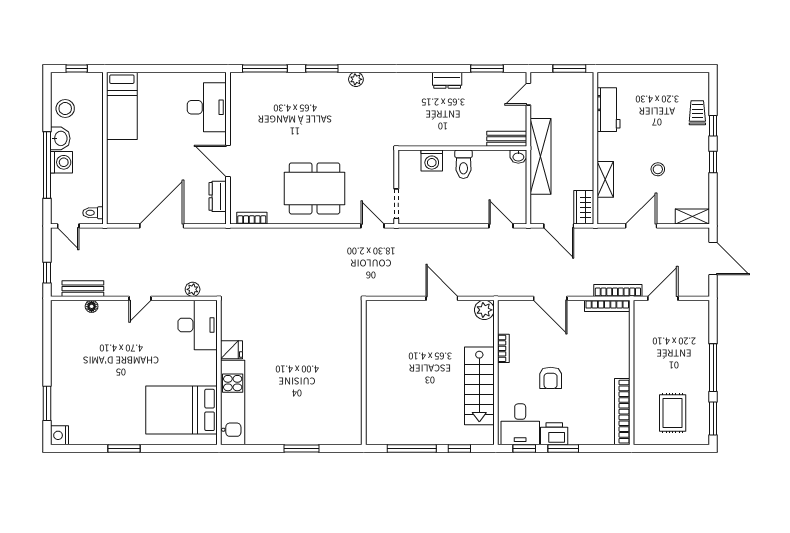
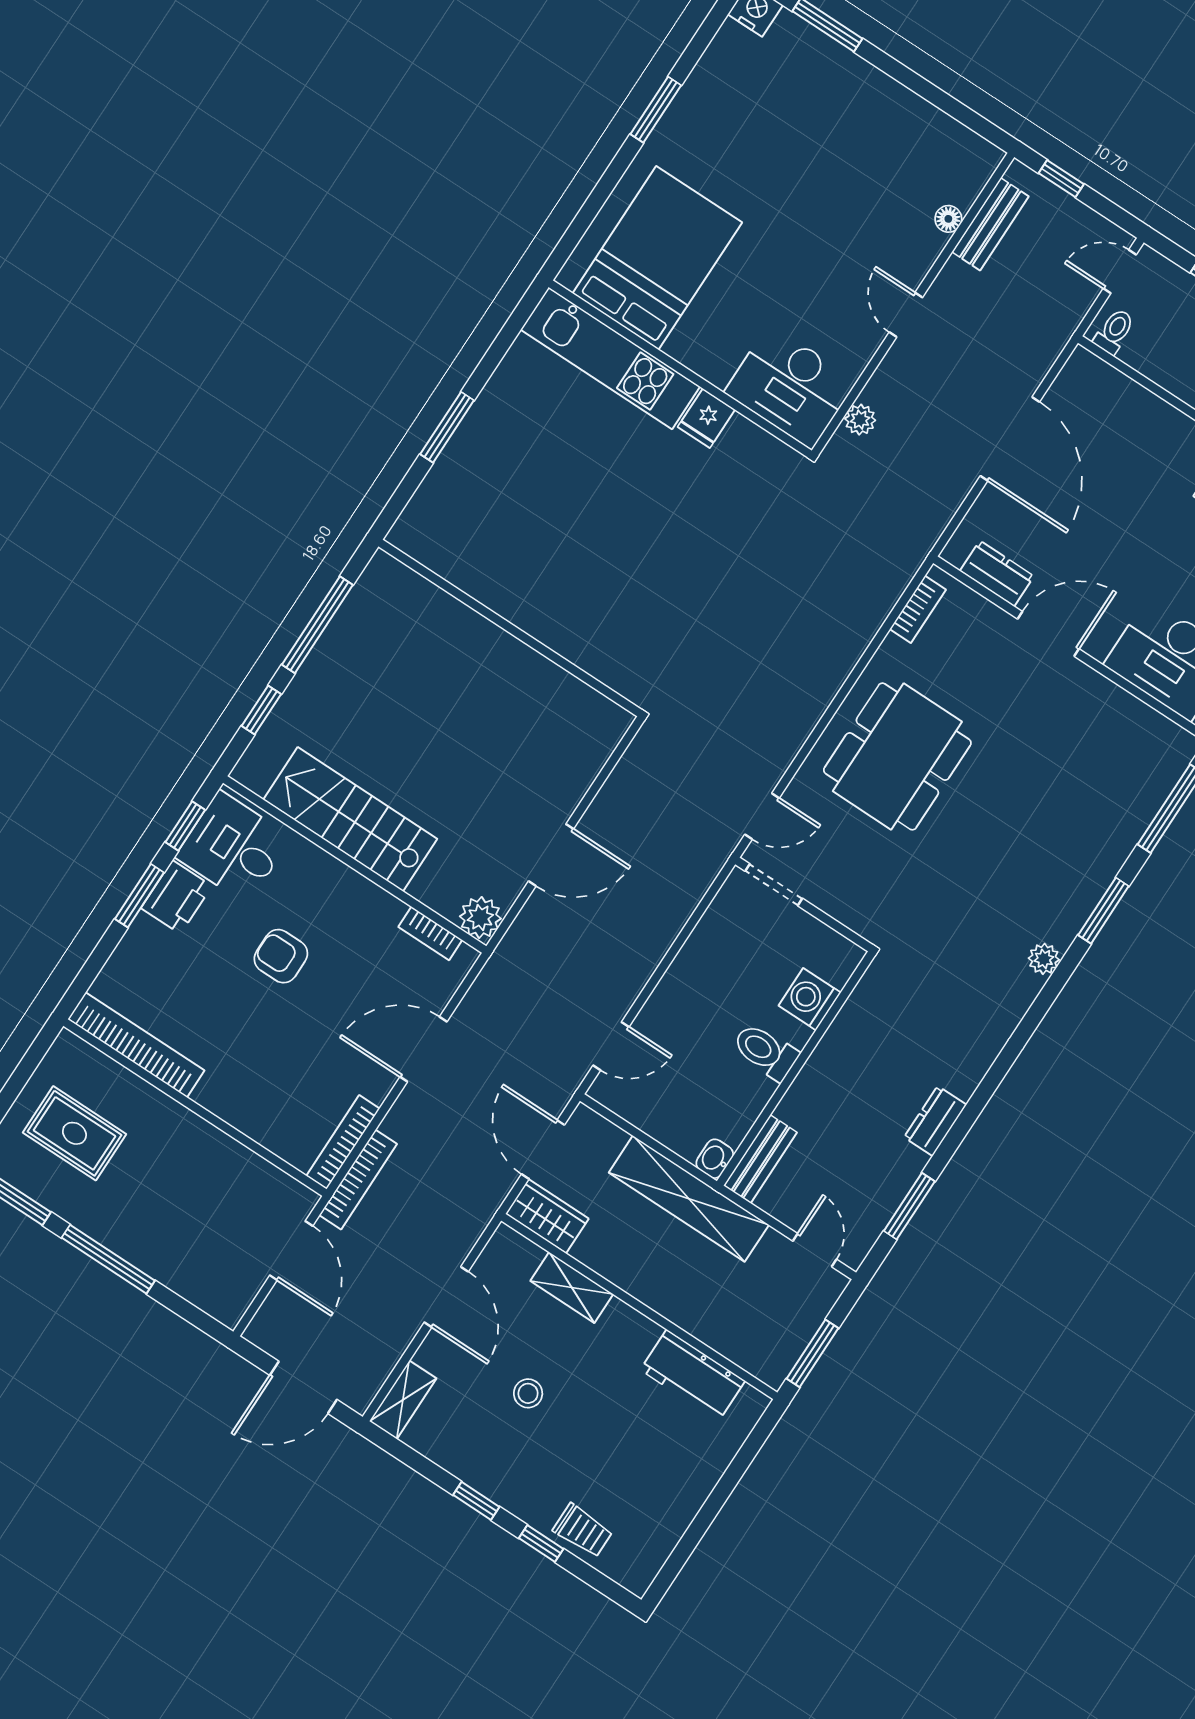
door: (559, 226) -> (543, 1149), hinge flipped
bookcase: (503, 348) -> (430, 933), moved

